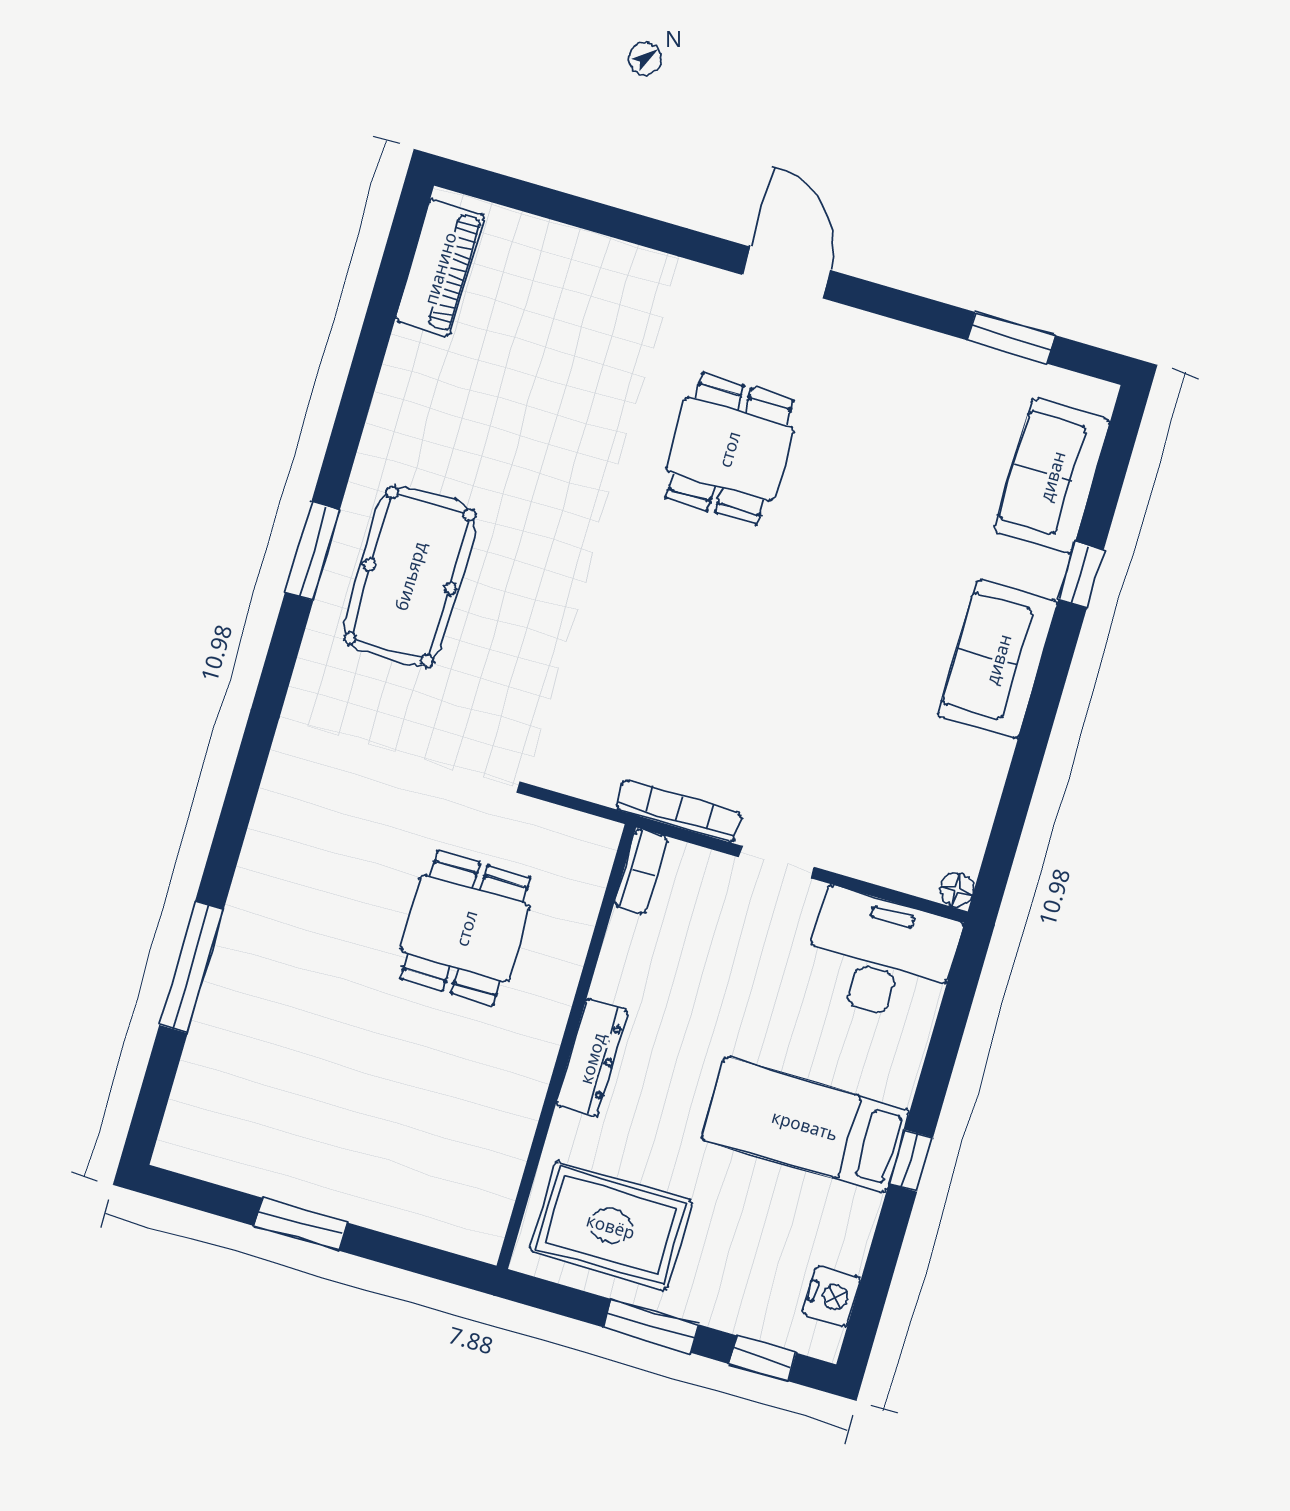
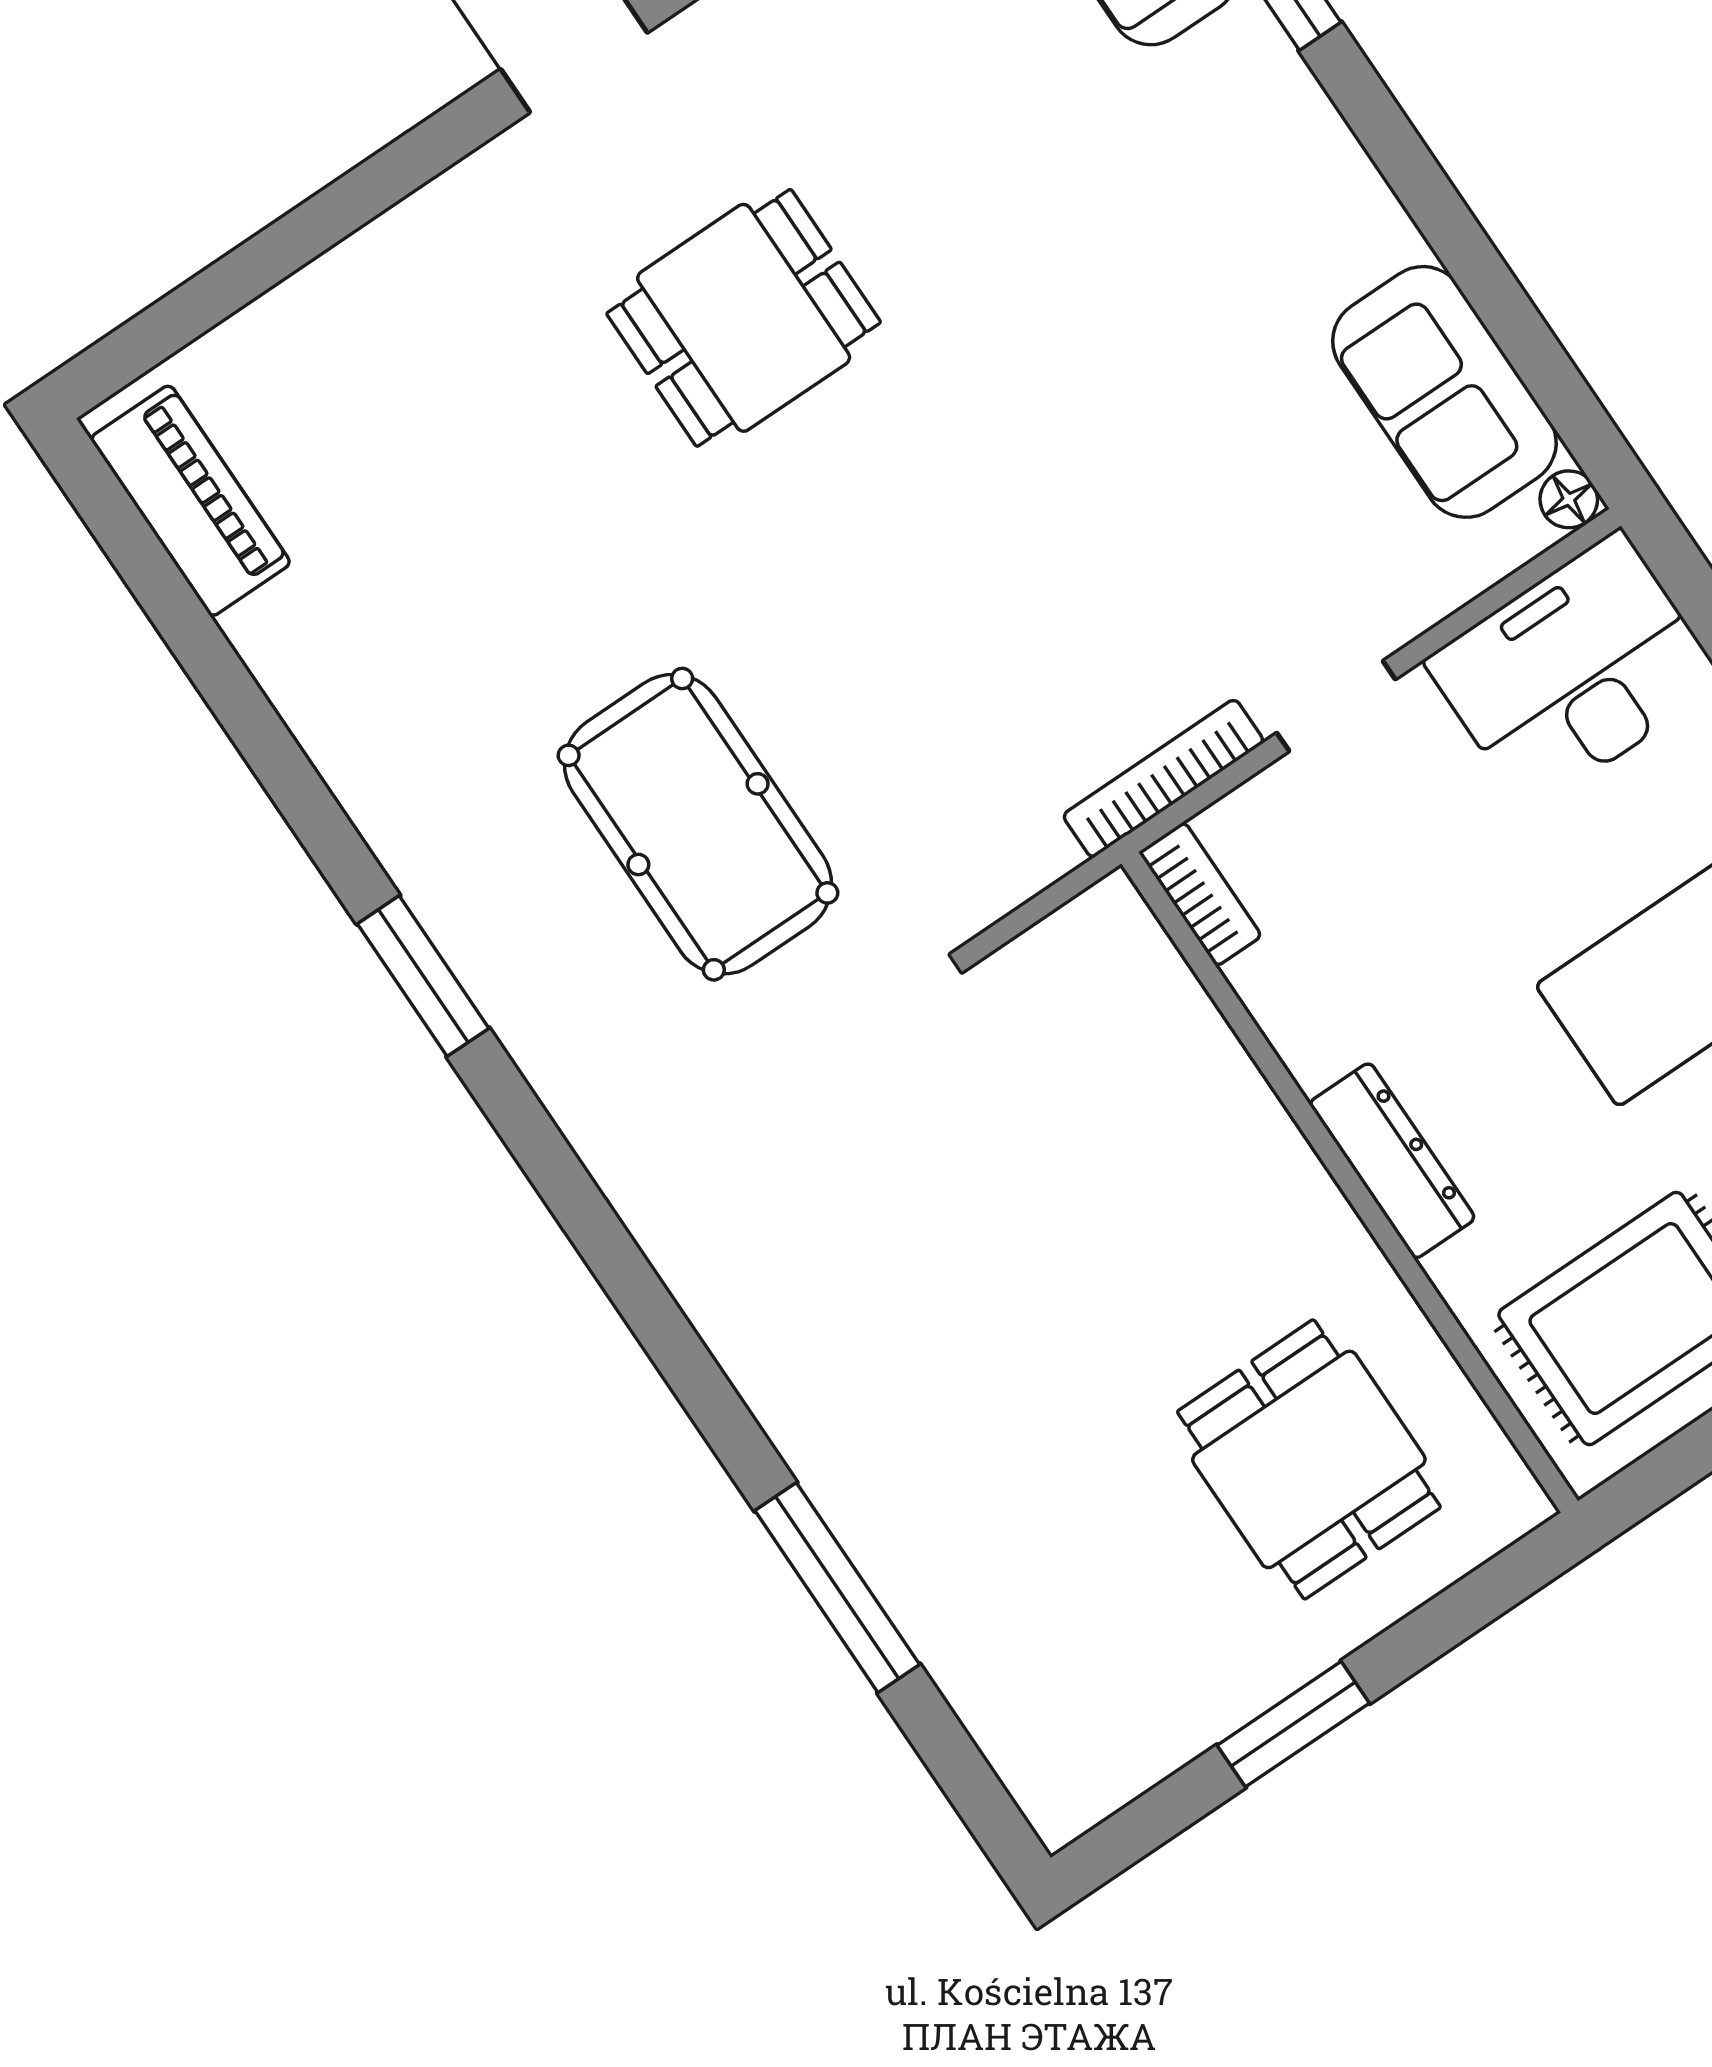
dining table: (729, 449) -> (744, 318), turned 90
pool table: (410, 576) -> (698, 824), moved
sofa: (998, 659) -> (1444, 392), moved
dining table: (466, 928) -> (1309, 1459), moved

